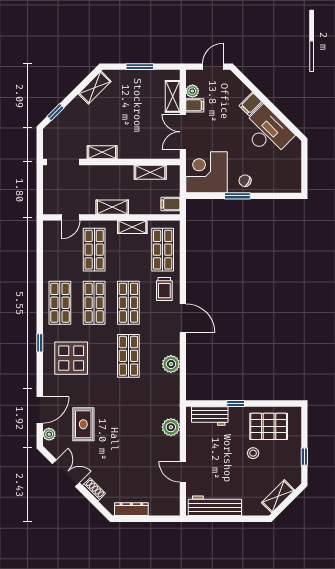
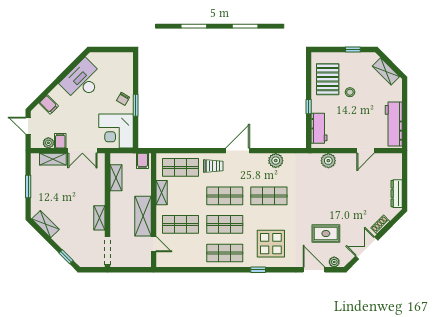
filing cabinet: (251, 104) -> (49, 104), moved
shelving: (112, 207) -> (143, 216), width x1.50, depth x1.33

